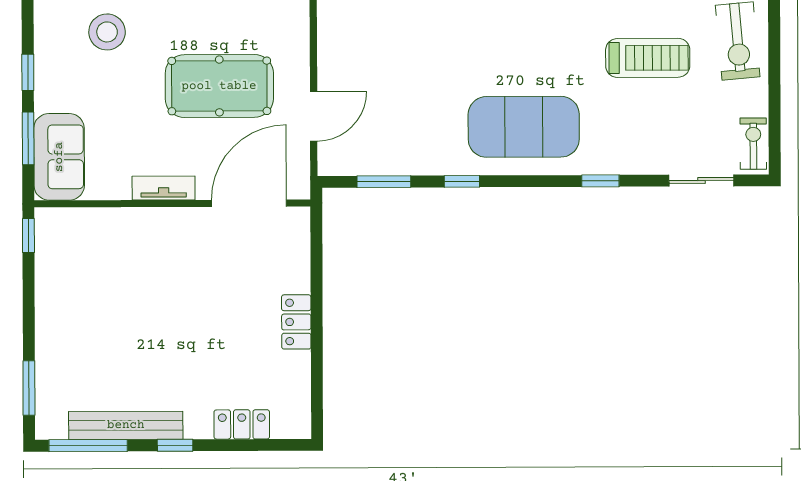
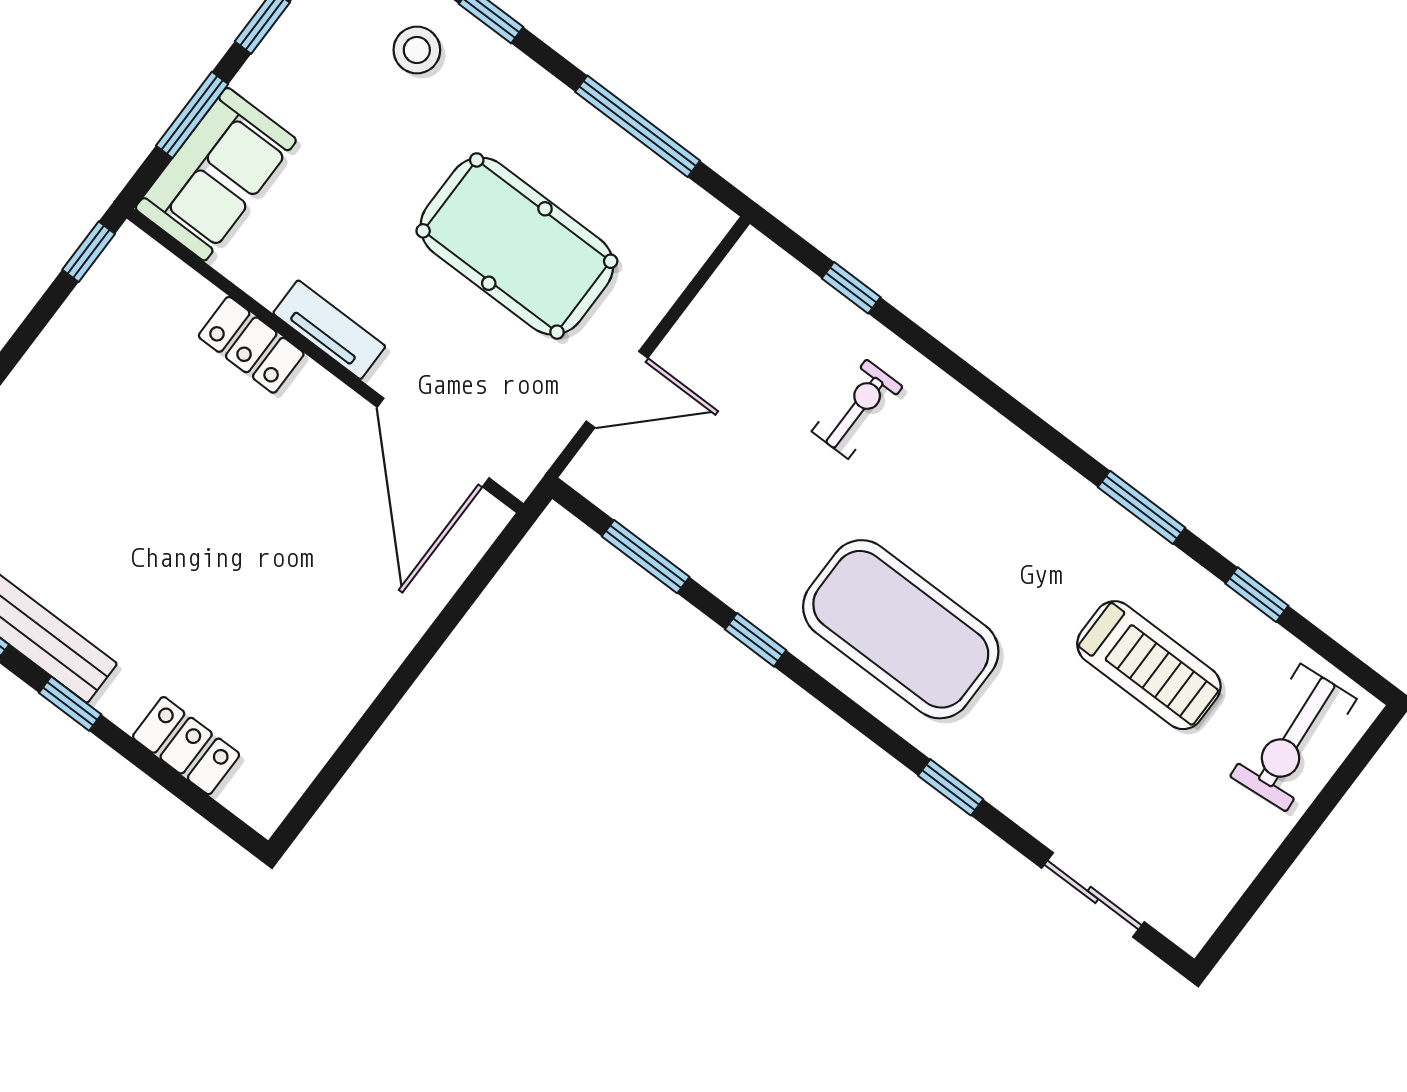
stool: (107, 32) -> (417, 50), width x0.73, depth x0.73
exercise bike: (753, 144) -> (857, 409), moved
door: (249, 203) -> (433, 442), swing flipped
locker: (296, 322) -> (251, 345), moved, turned -90

